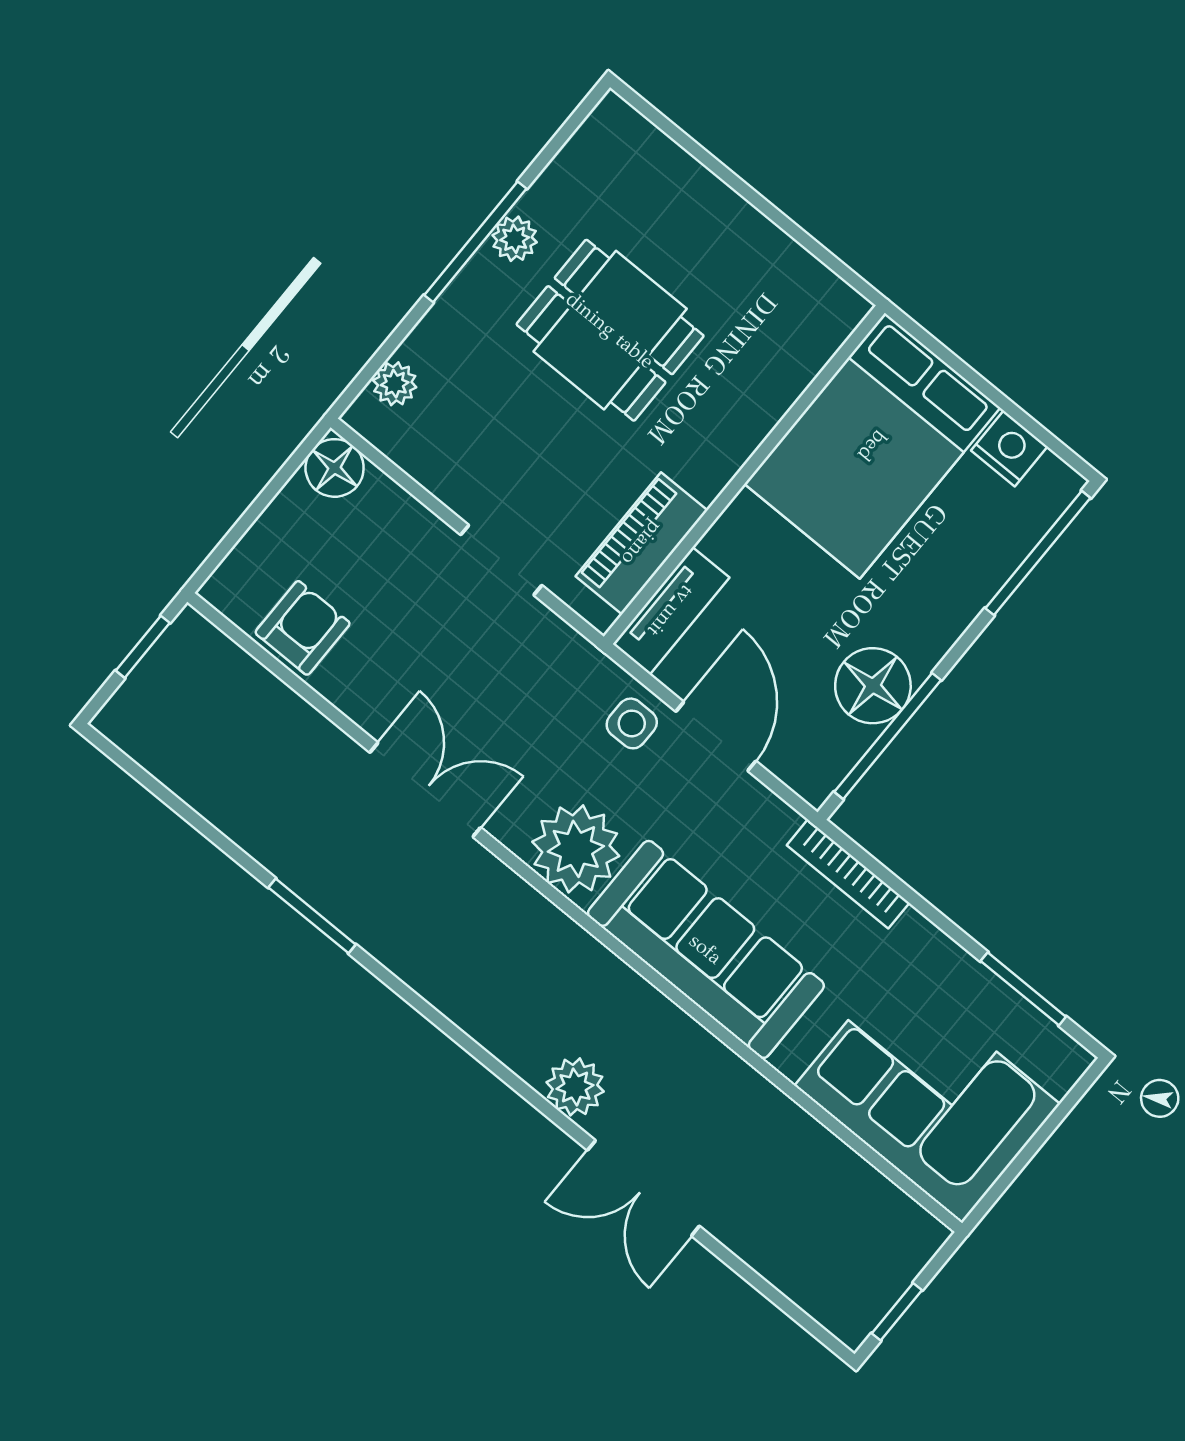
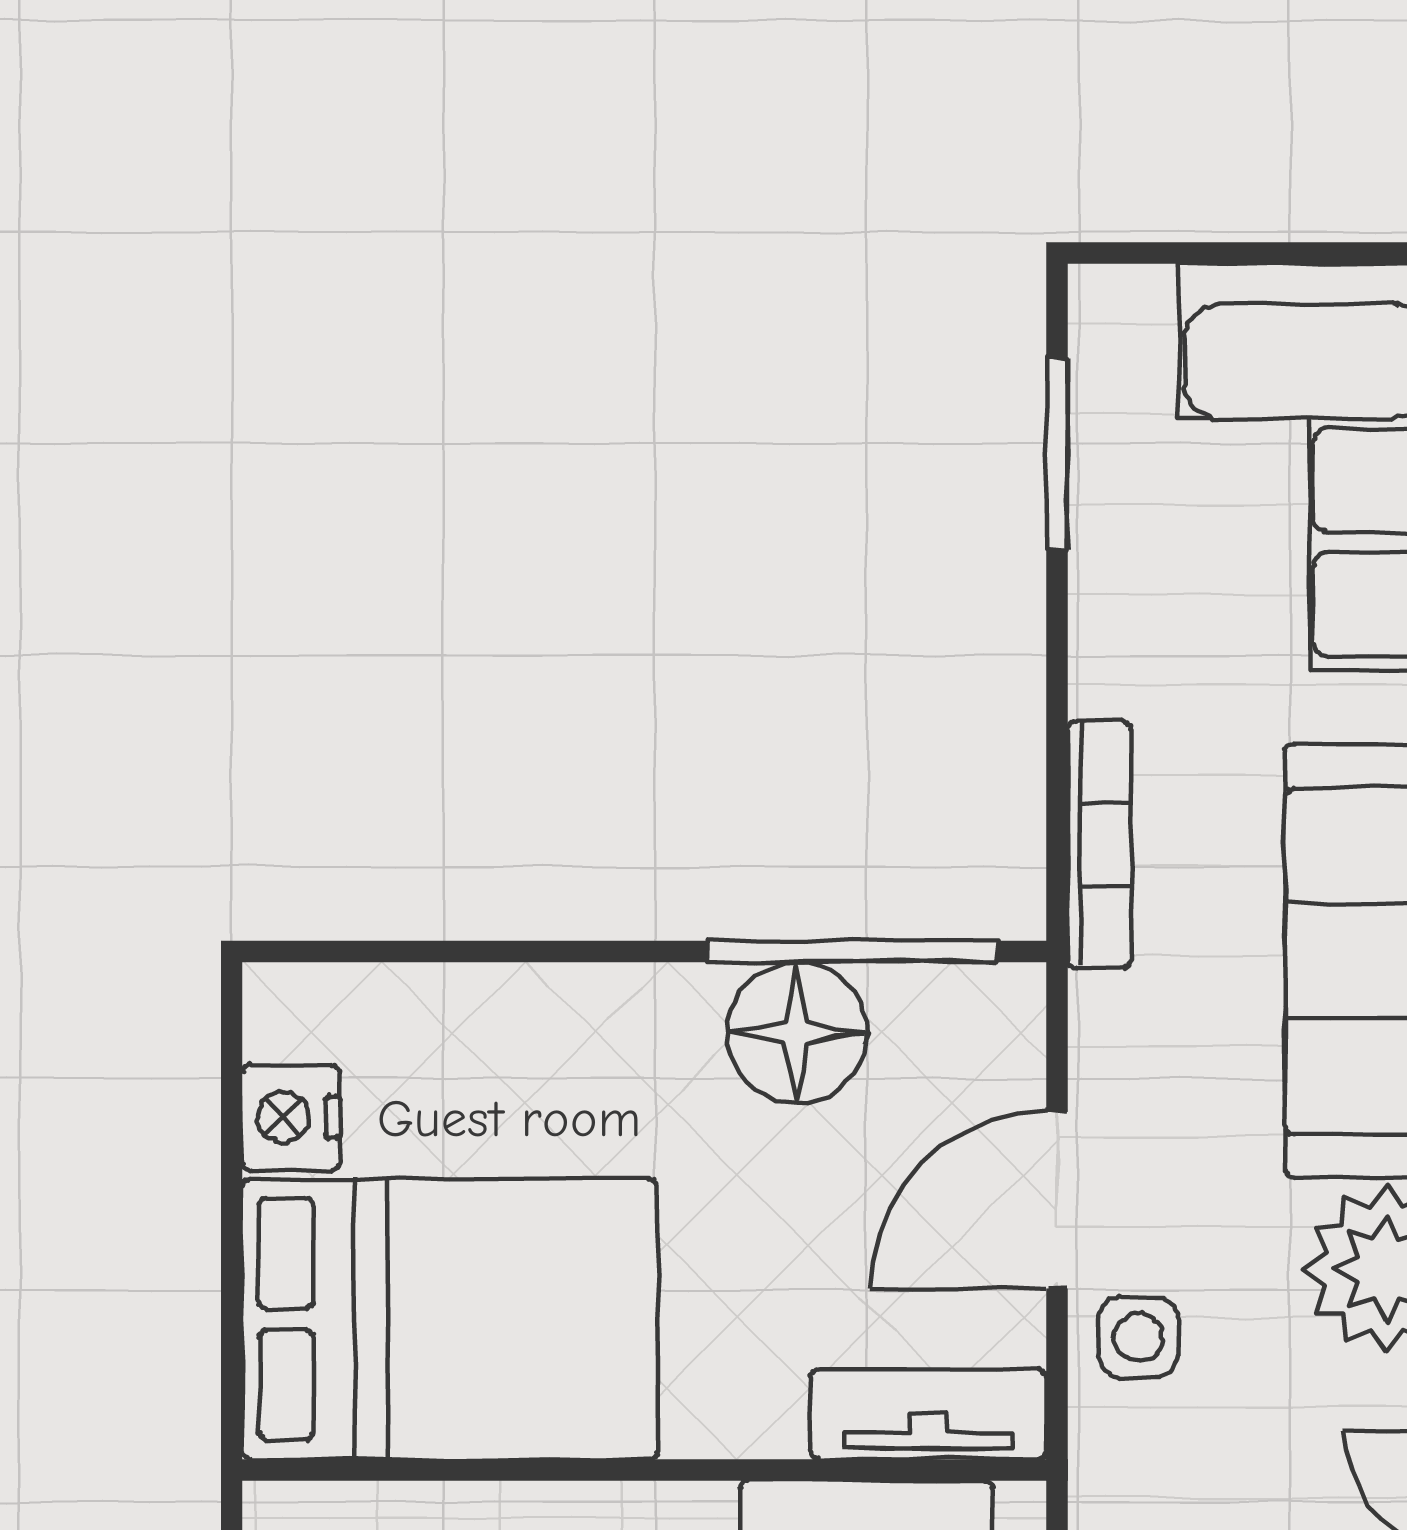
window: (1038, 553) -> (408, 951), removed

